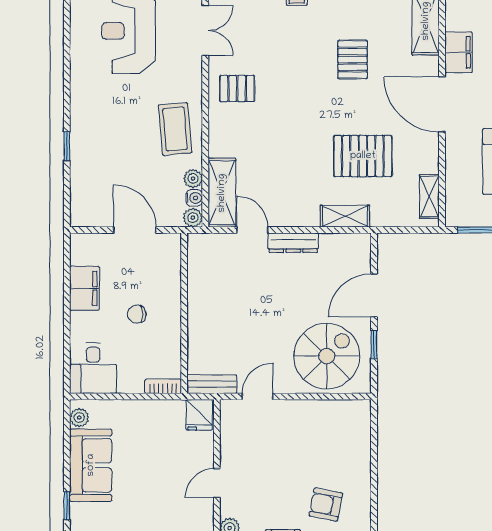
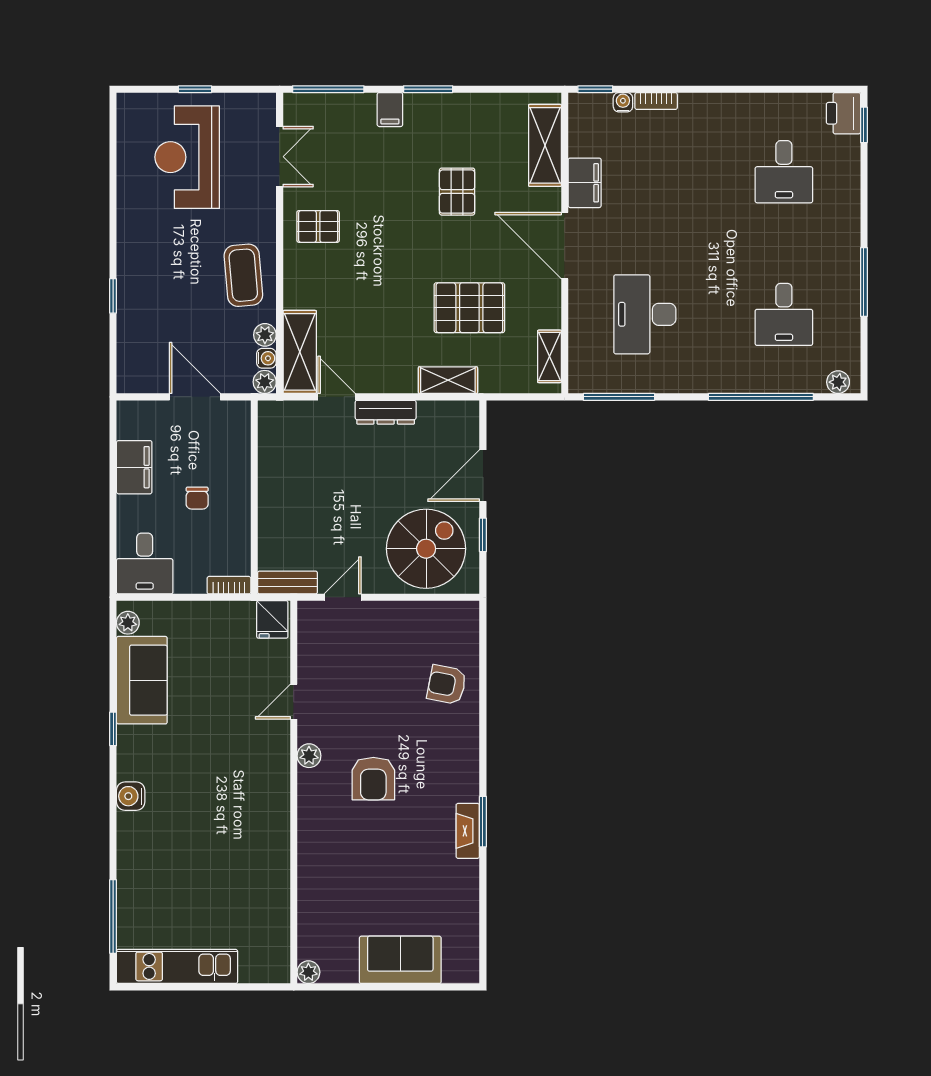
chair: (137, 314) -> (197, 498), turned -90
armchair: (326, 505) -> (447, 685), moved

